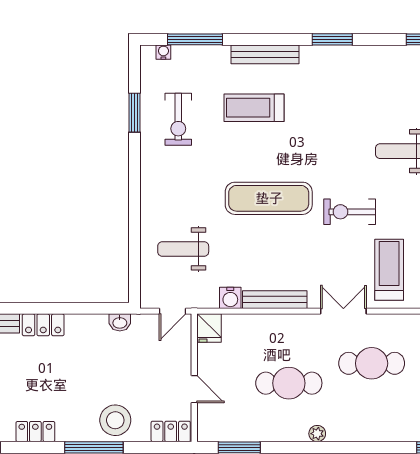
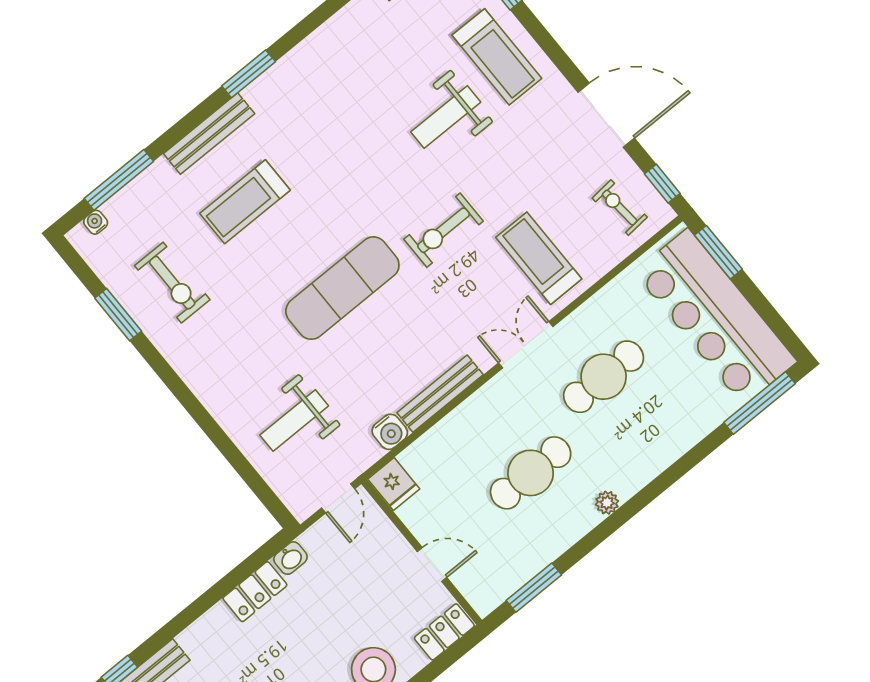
window: (332, 39) -> (249, 74), moved
locker: (43, 325) -> (255, 592), moved

